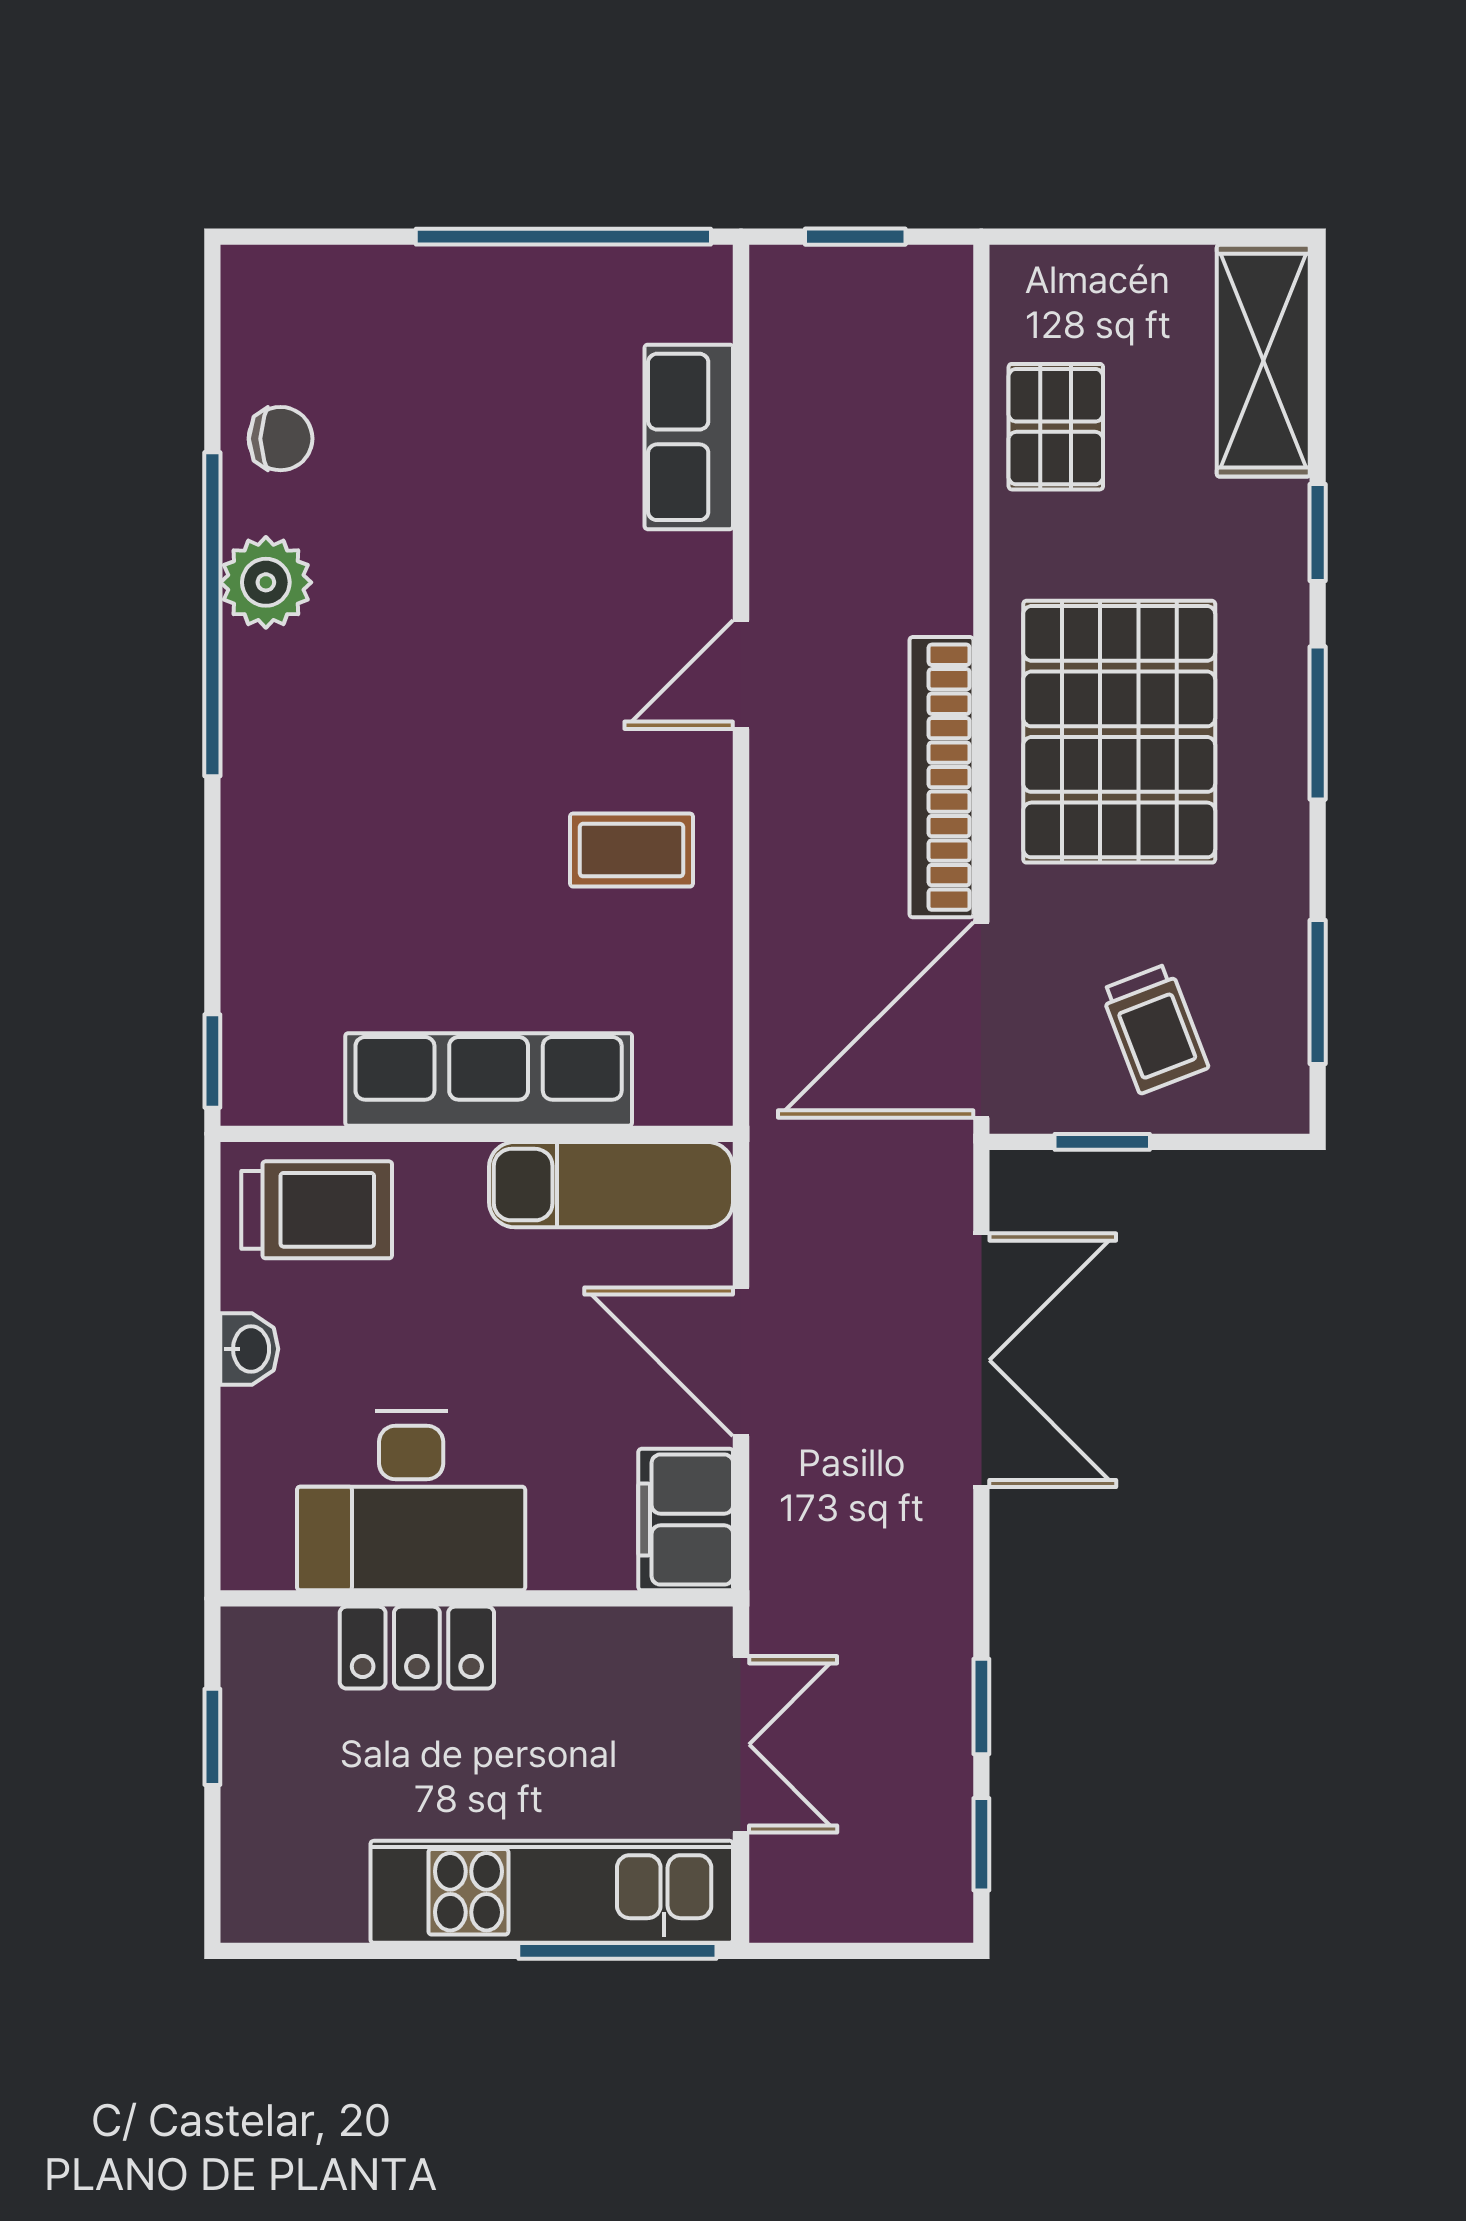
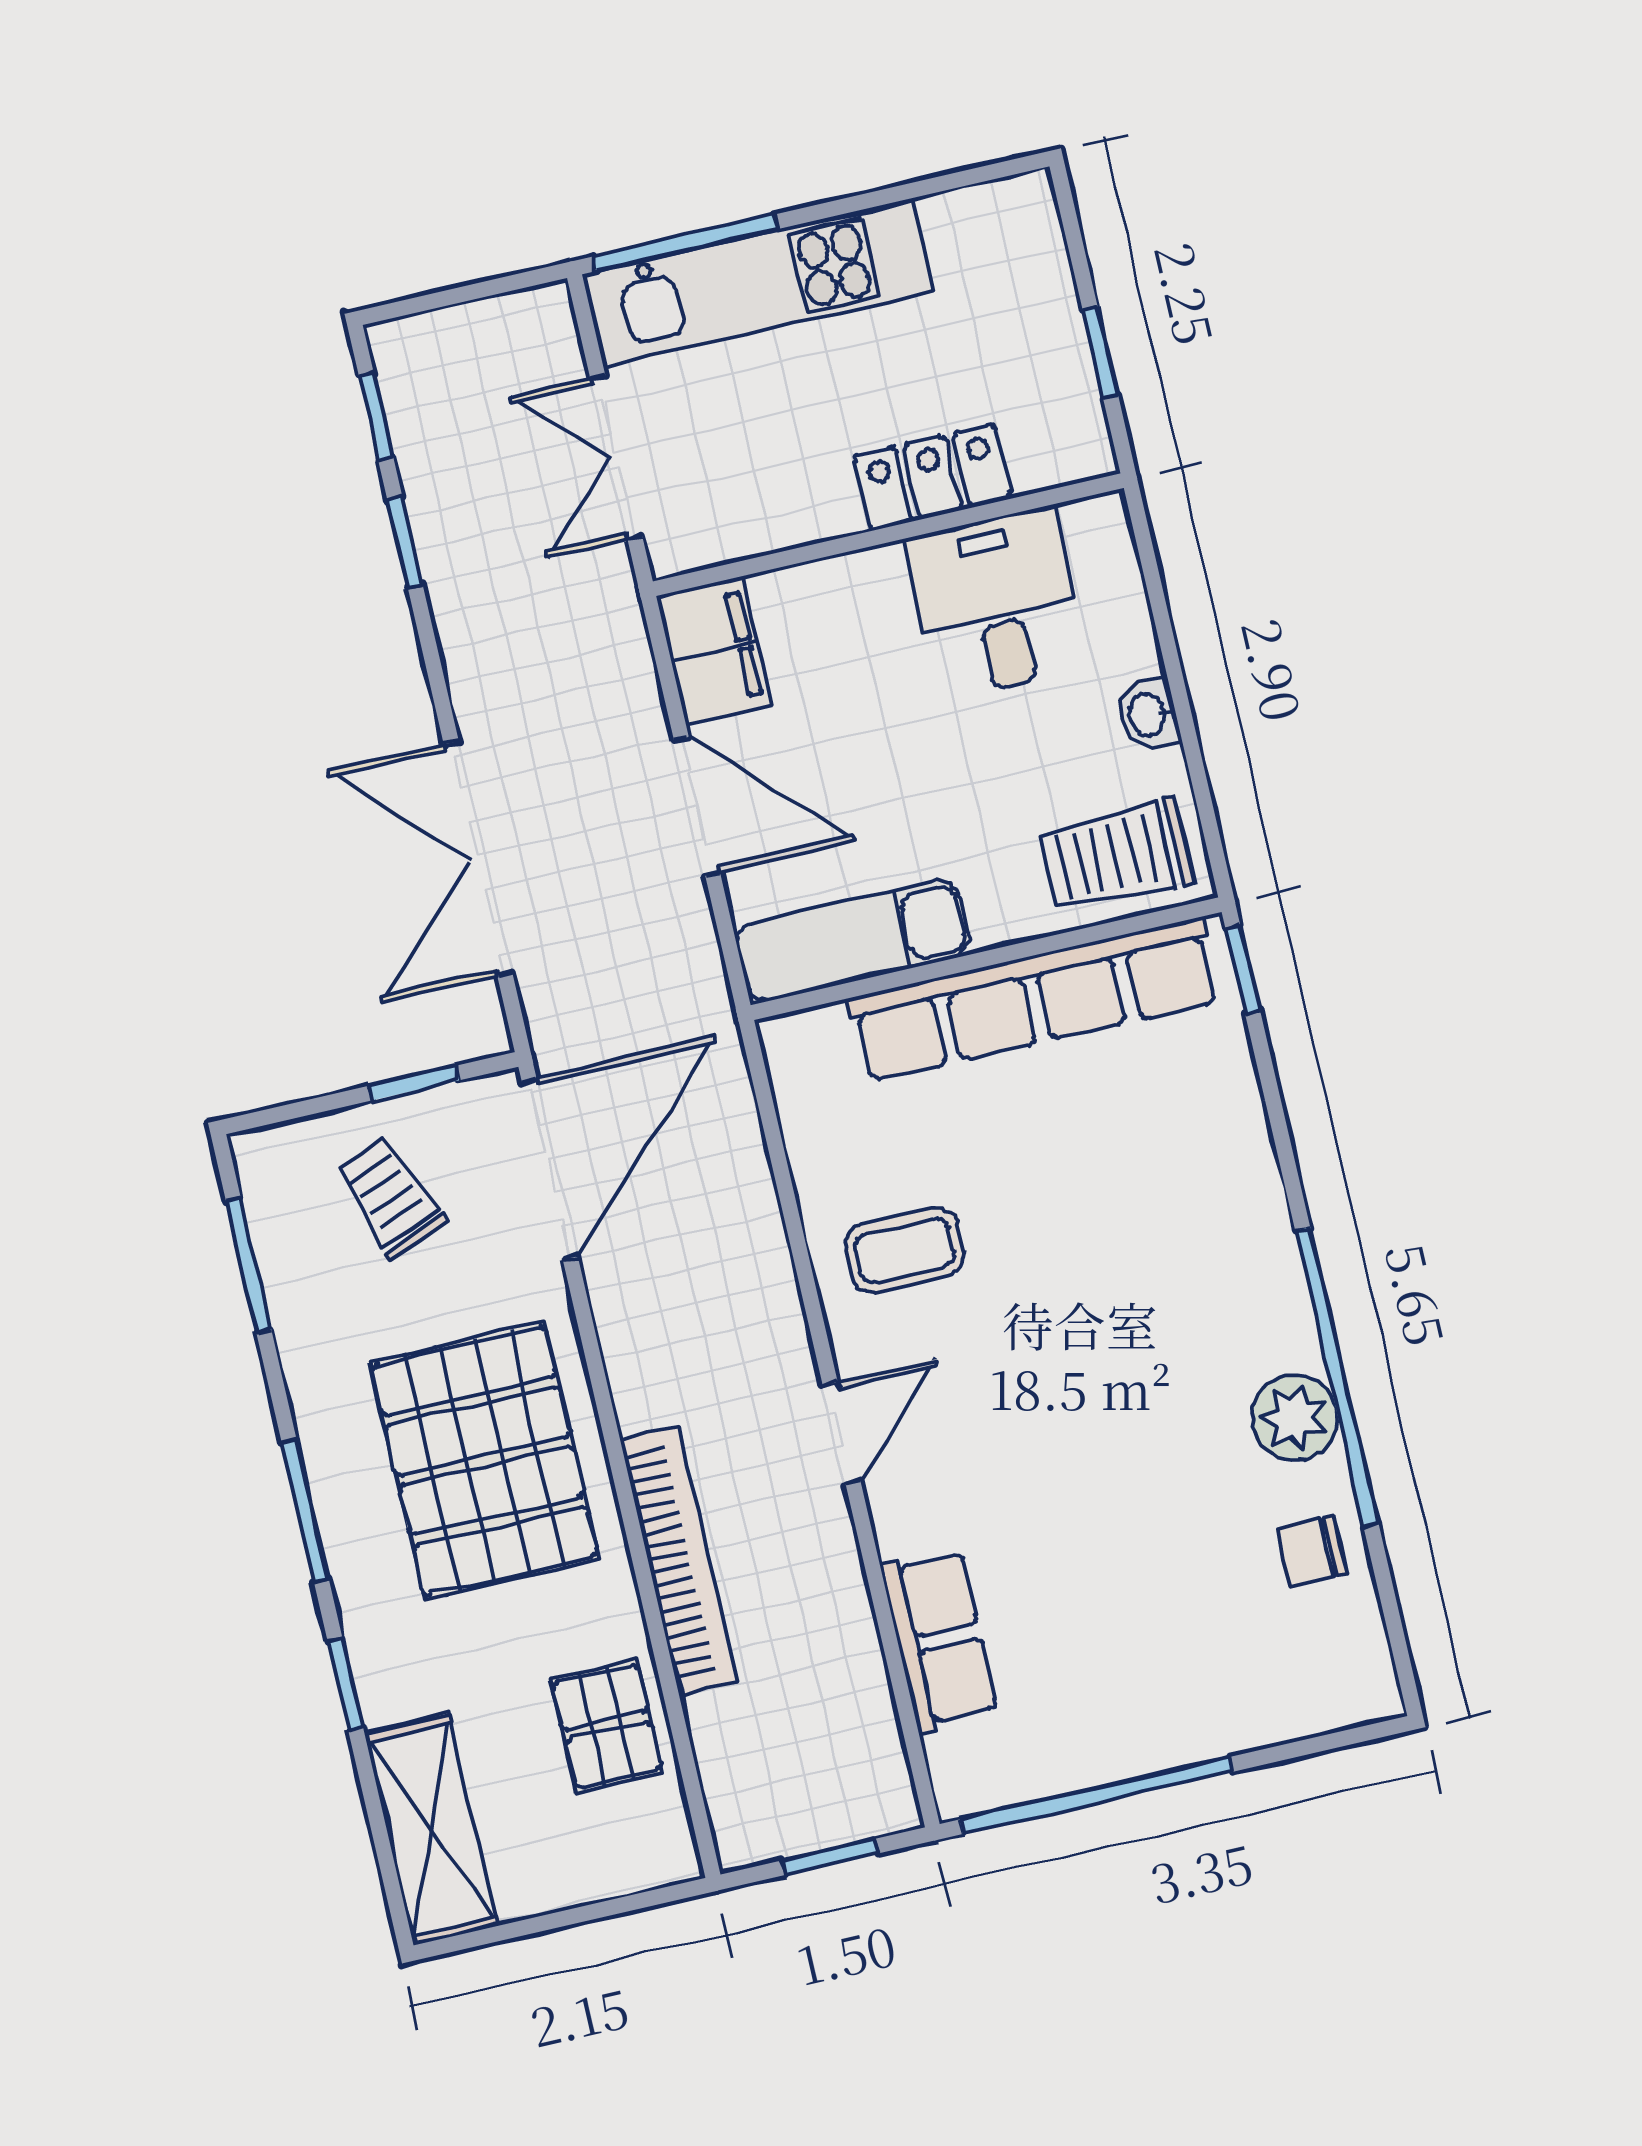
bookcase: (941, 777) -> (678, 1561), moved
row of seats: (489, 1079) -> (1034, 1000), width x1.36
desk: (411, 1501) -> (997, 603), width x0.73

